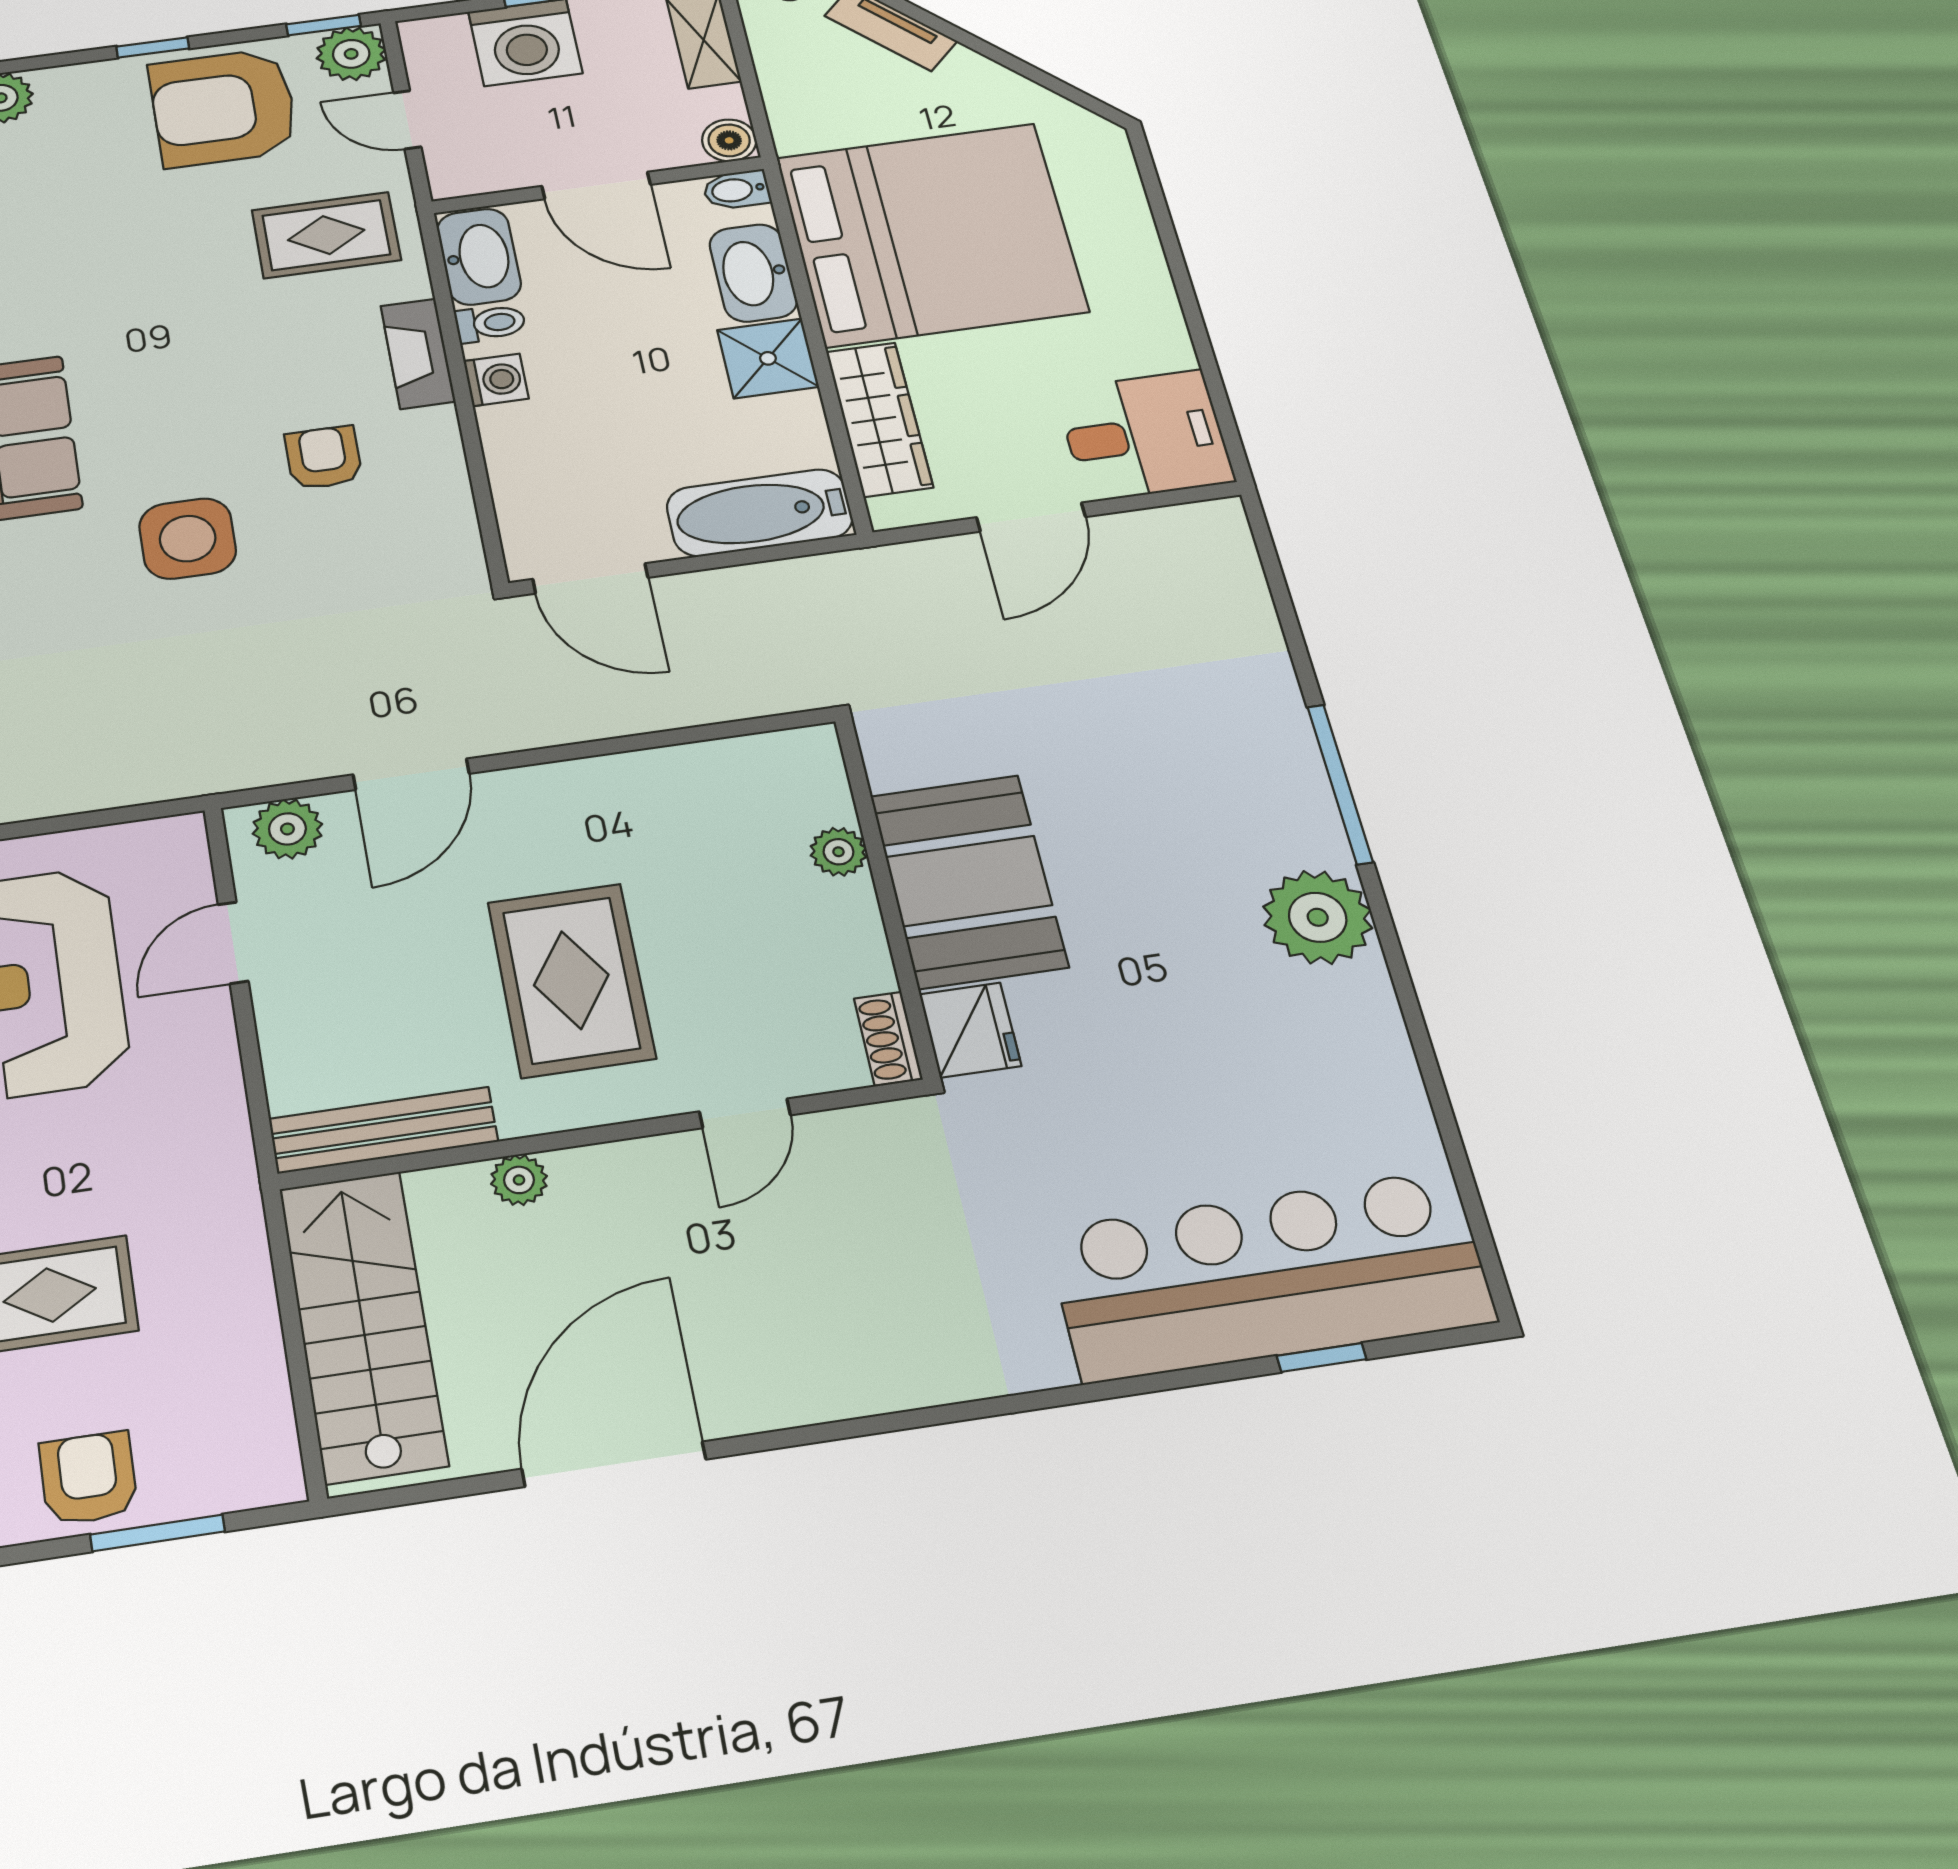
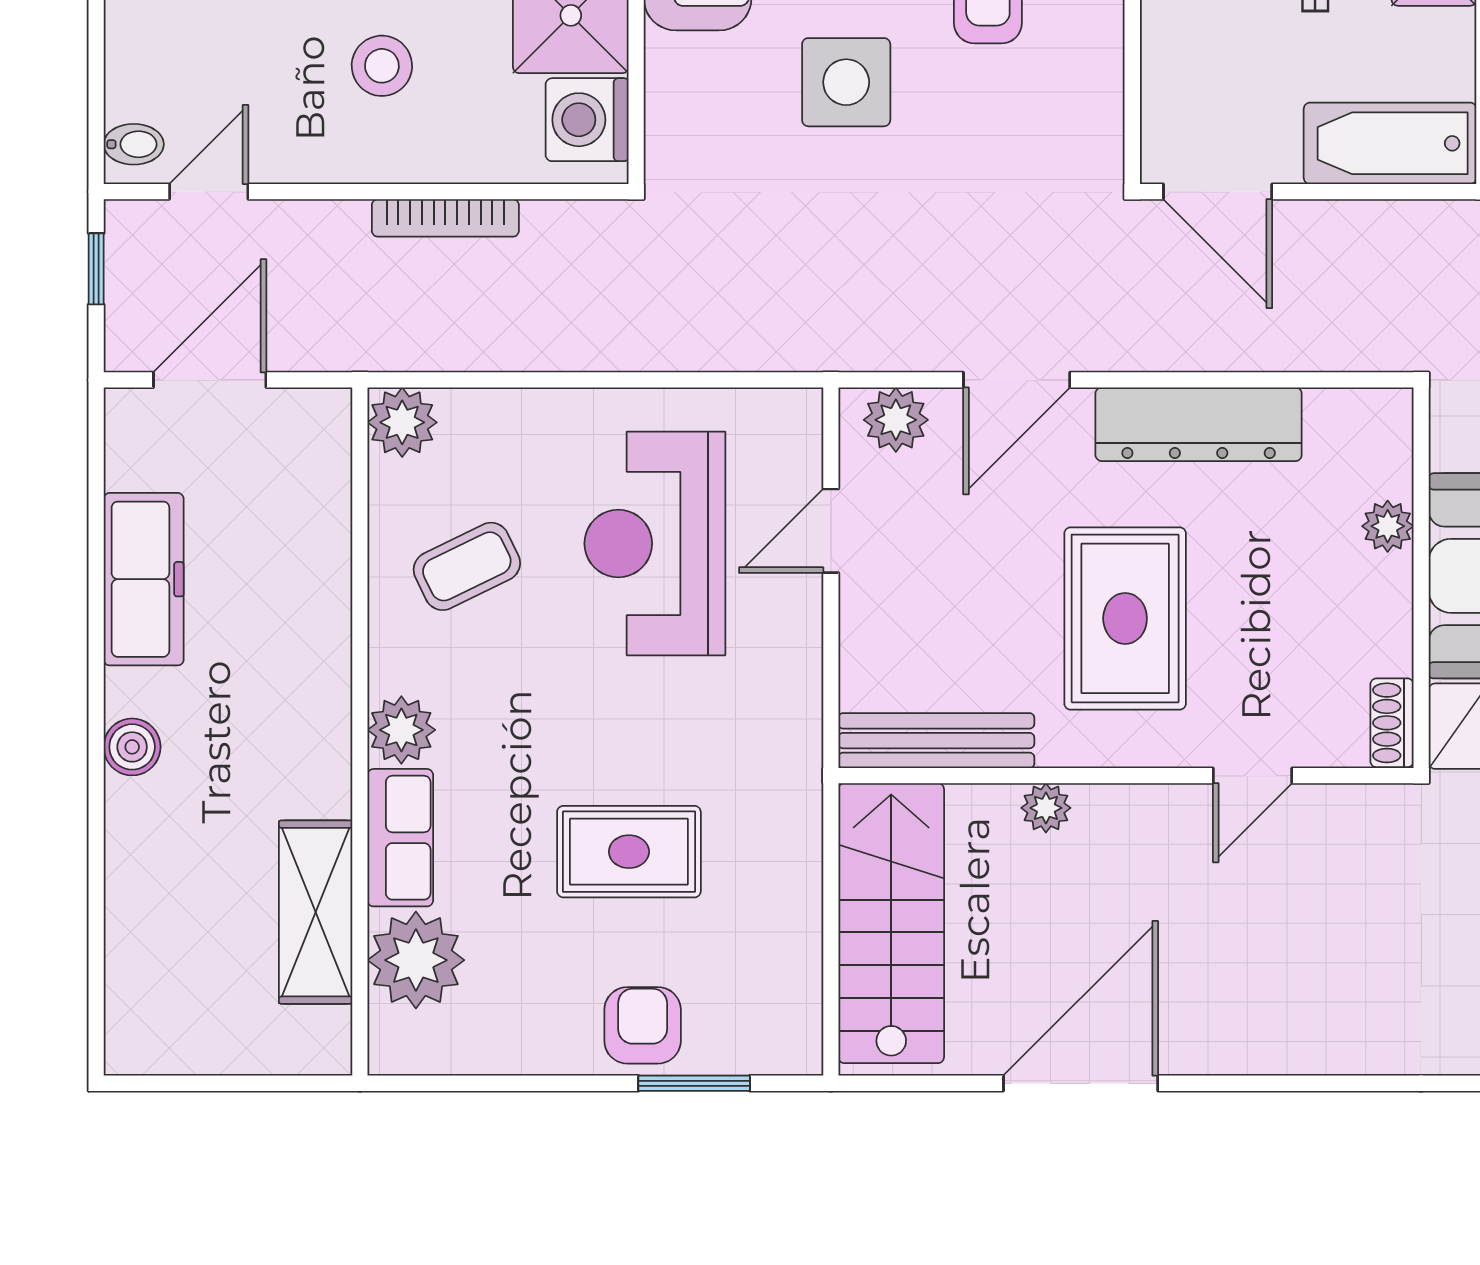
dresser: (614, 787) -> (1199, 424), added

